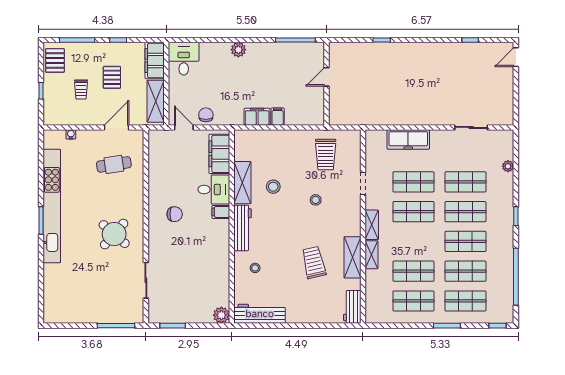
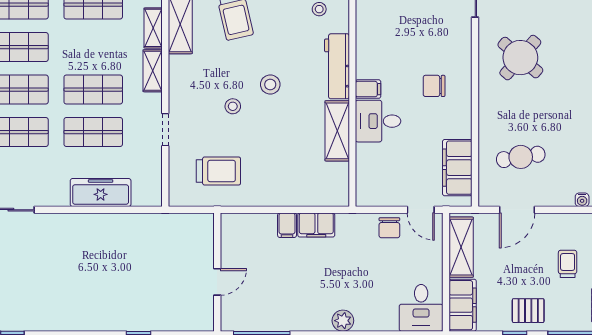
pallet: (112, 77) -> (528, 311), moved, turned 90
filing cabinet: (219, 154) -> (457, 168), moved, turned 180
trolley: (326, 155) -> (218, 171), turned 90
stool: (273, 187) -> (270, 84), moved

